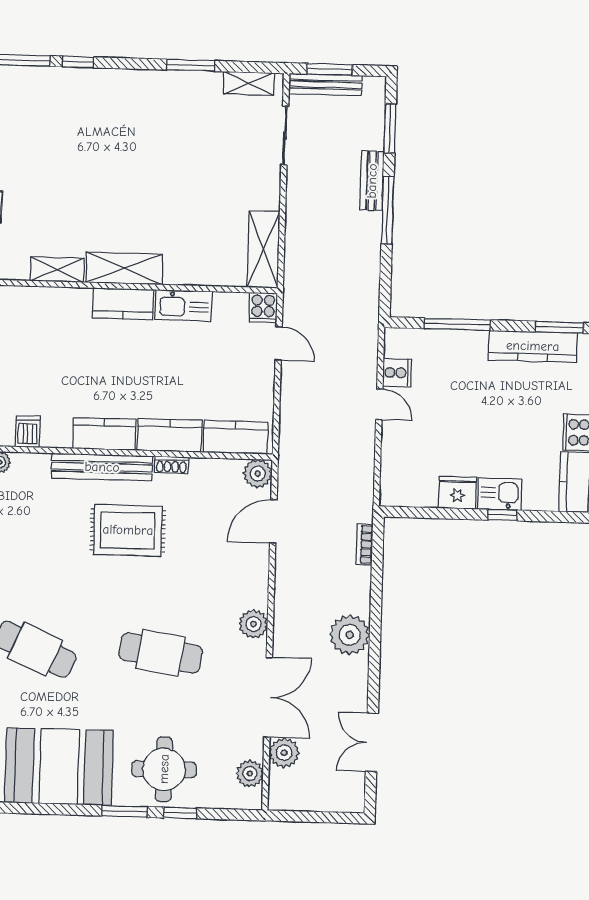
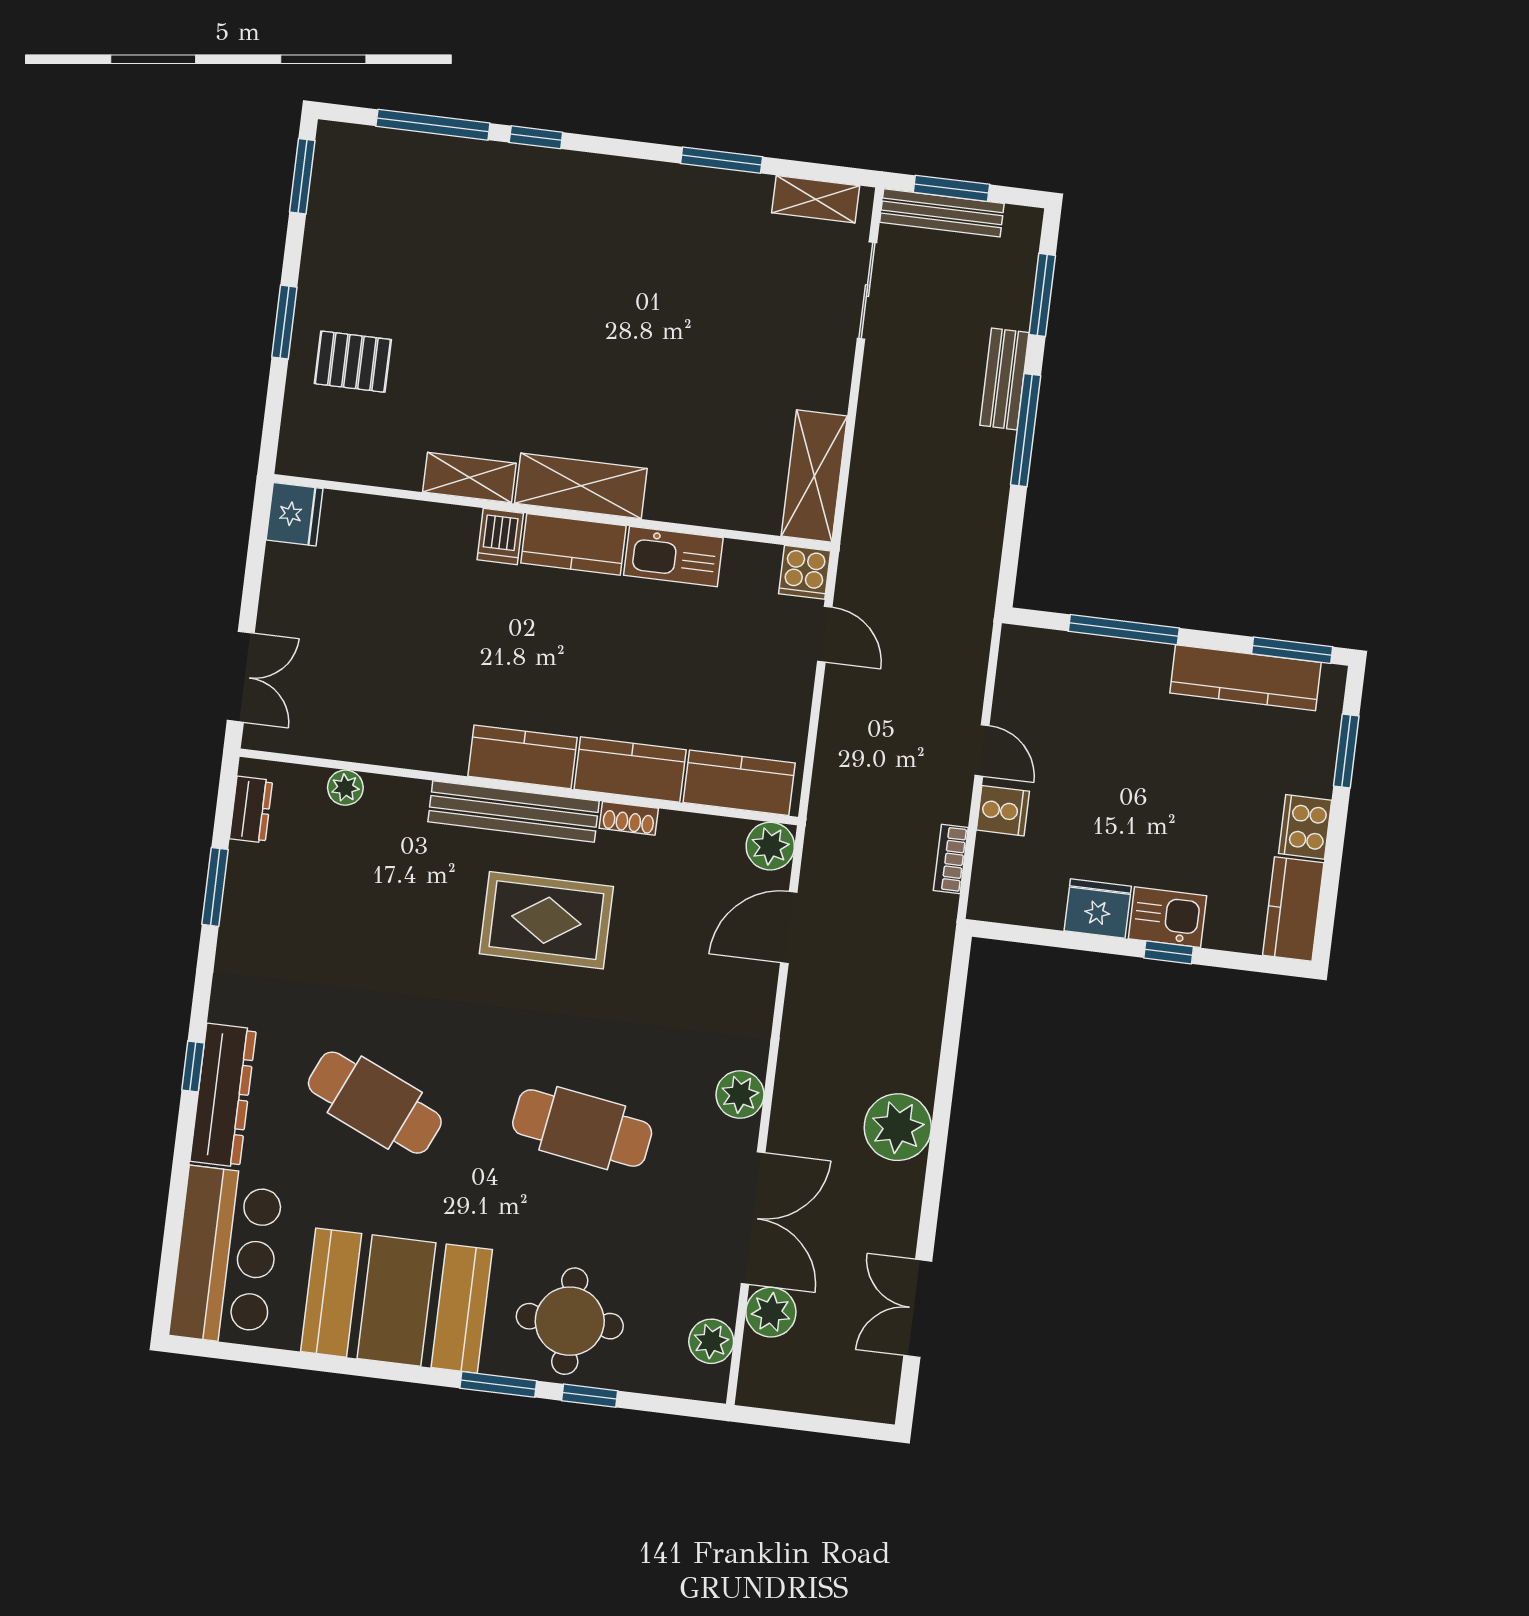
cooker: (397, 373) -> (1003, 811), moved
dishwasher: (28, 432) -> (500, 536), moved, turned 180
bookcase: (364, 544) -> (951, 859), moved

